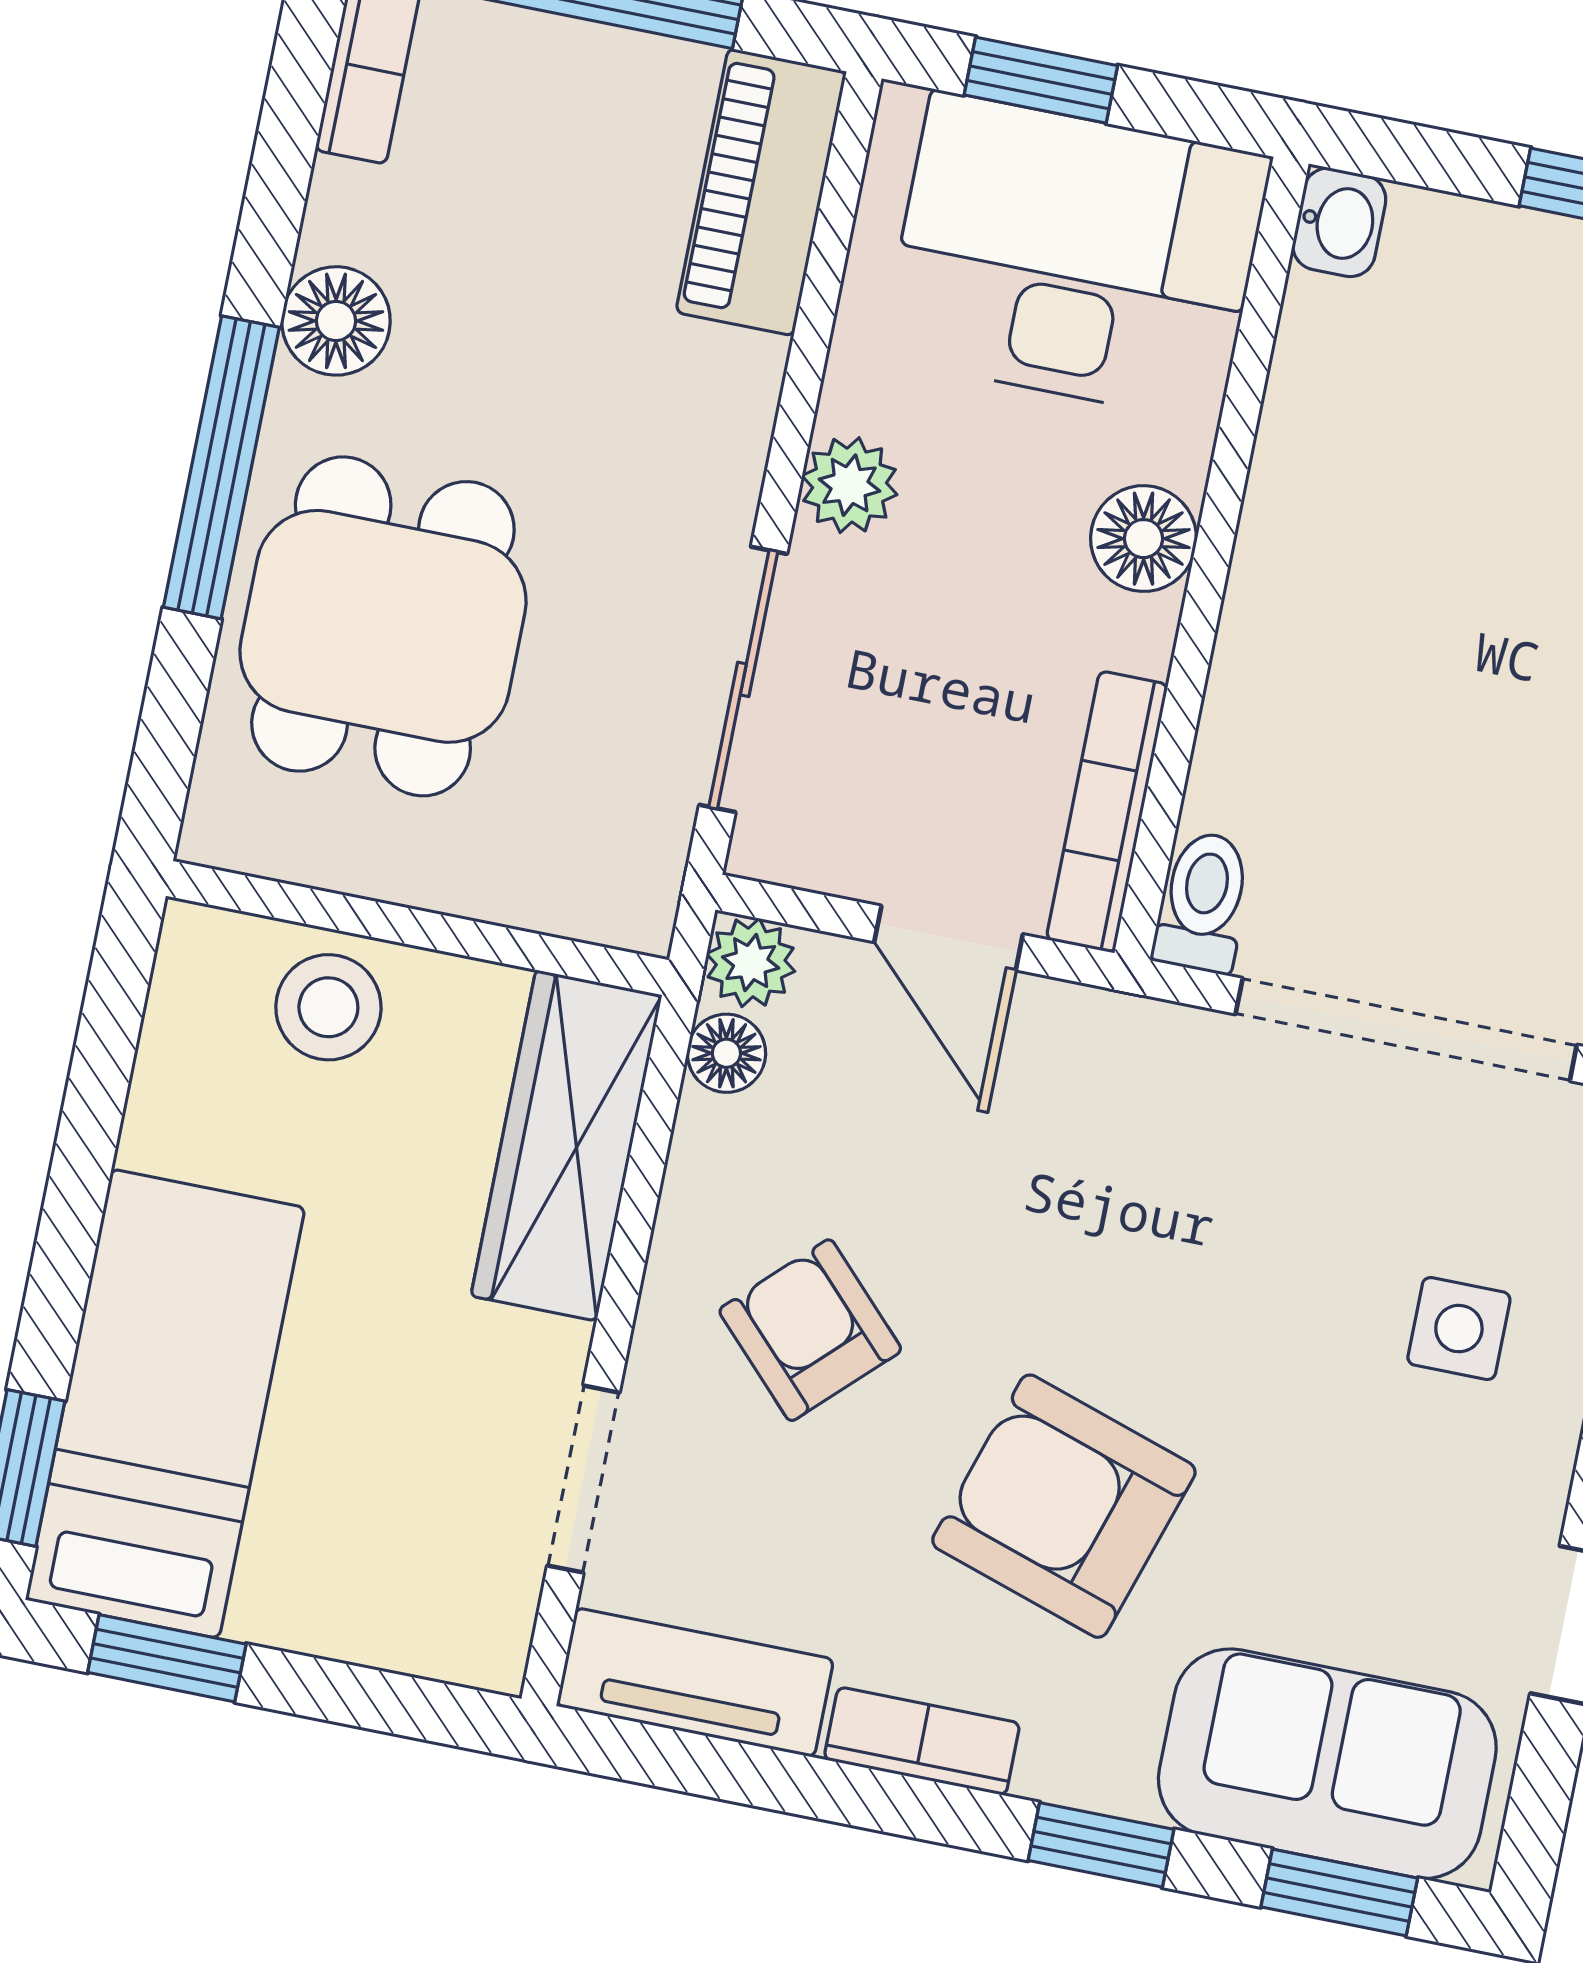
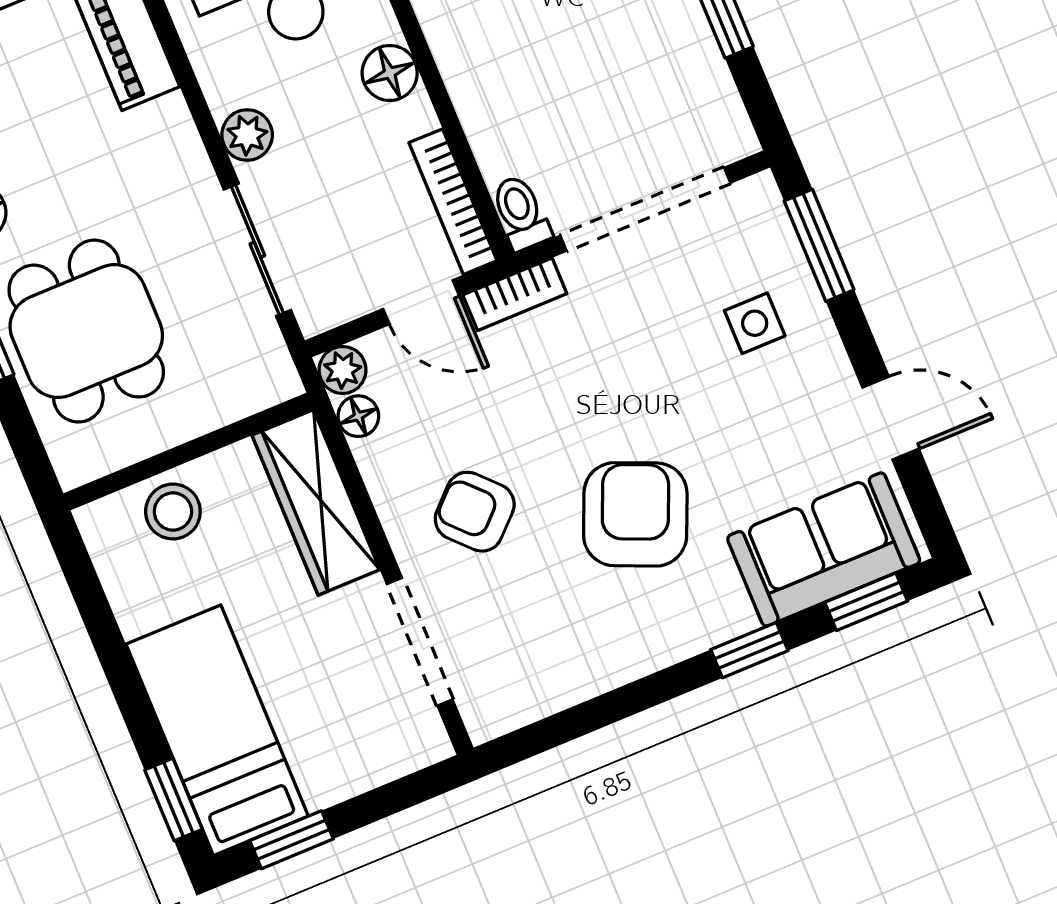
doorway: (583, 1479) -> (420, 642), width x1.38
armchair: (1064, 1506) -> (635, 514), turned 95
tv unit: (695, 1683) -> (527, 697), removed
bookcase: (922, 1741) -> (515, 294), moved, turned 180

